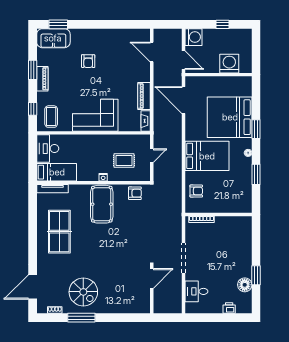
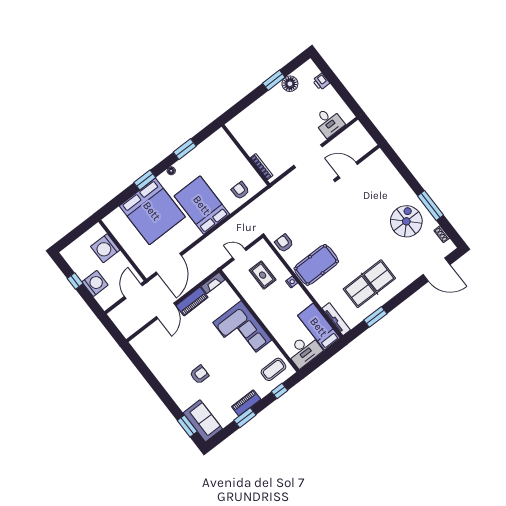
washing machine: (194, 37) -> (95, 283), moved, turned 90
door: (152, 52) -> (166, 311), moved
window: (33, 218) -> (375, 317), added

